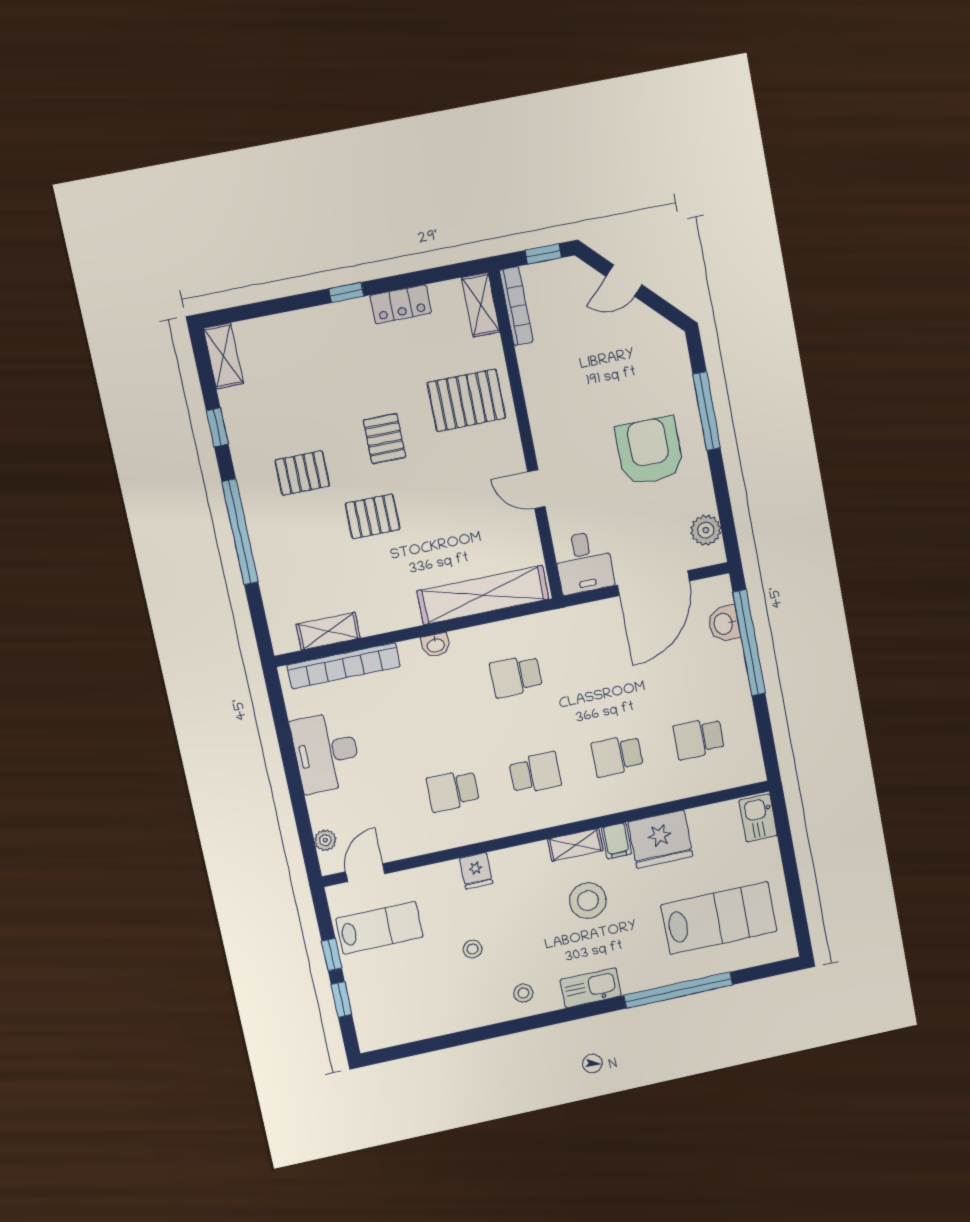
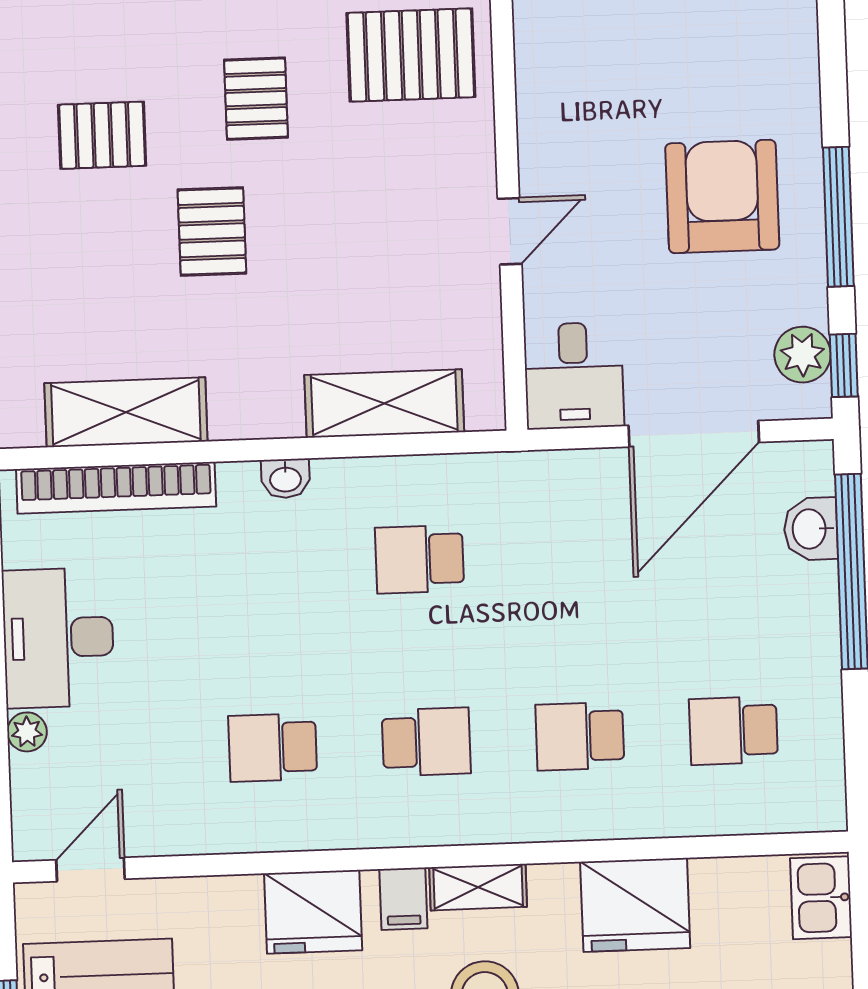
window: (707, 411) -> (838, 217), moved
door: (536, 489) -> (510, 231), swing flipped
pallet: (372, 516) -> (212, 232), turned 90
window: (729, 532) -> (844, 365), added
shelving: (483, 595) -> (384, 404), width x0.68
shelving: (328, 631) -> (126, 412), width x1.50, depth x1.33
plant: (325, 840) -> (27, 732), moved
filing cabinet: (616, 841) -> (403, 899), moved
fridge: (476, 871) -> (313, 912), width x1.88, depth x1.34

